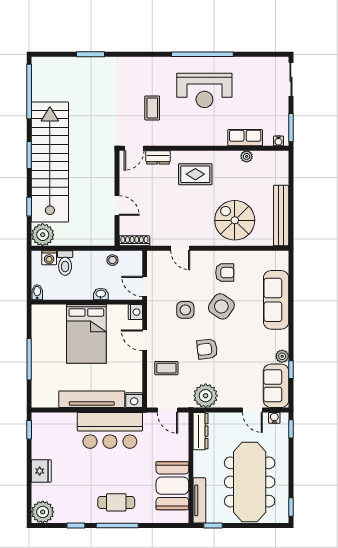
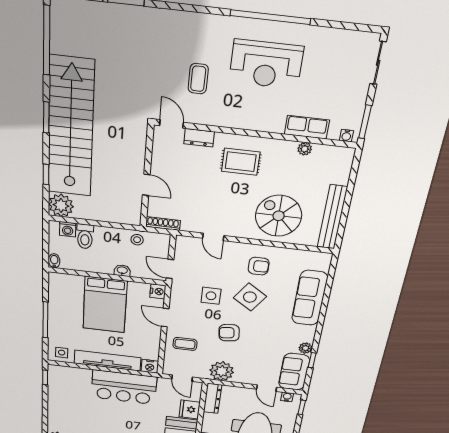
door: (134, 148) -> (171, 124), swing flipped
side table: (46, 396) -> (62, 353), added
fridge: (41, 471) -> (190, 409), moved, turned 180

